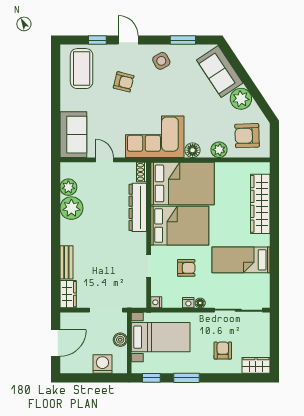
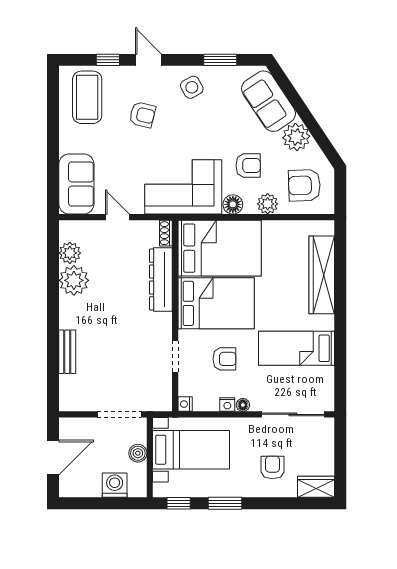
armchair: (204, 121) -> (248, 166), added
wardrobe: (68, 294) -> (69, 393), removed

